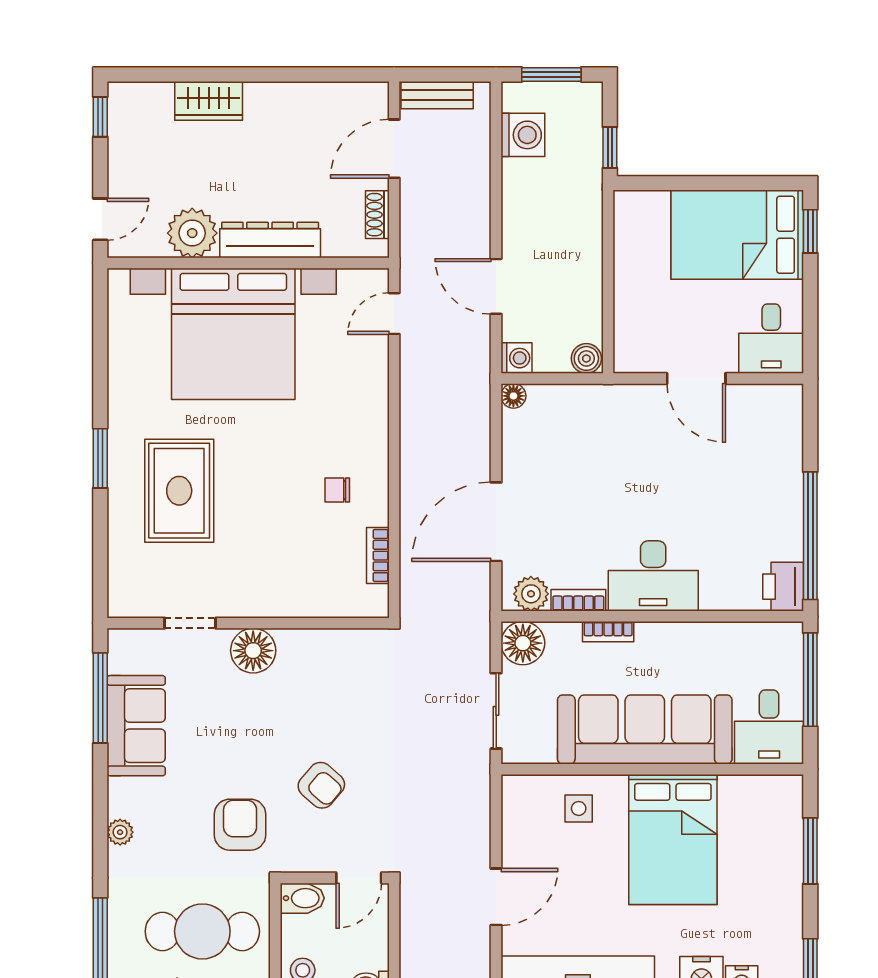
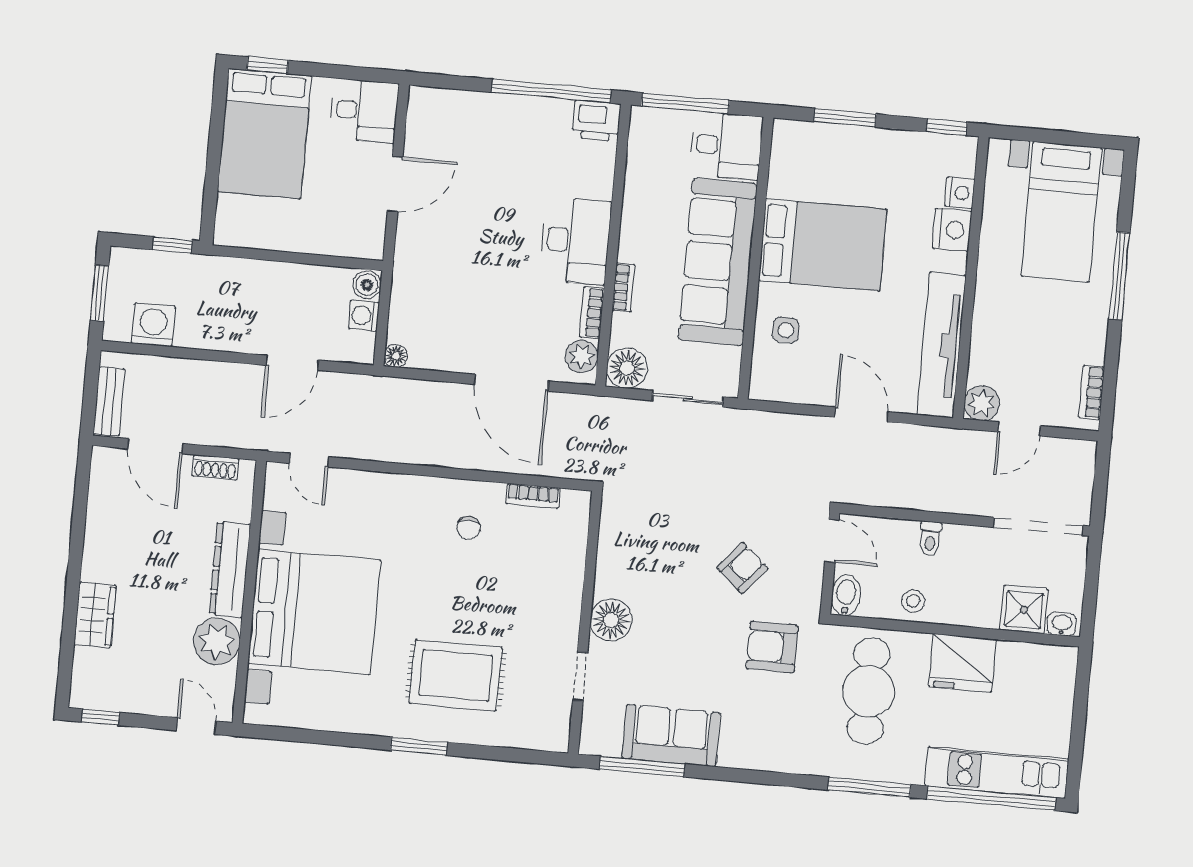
washing machine: (517, 358) -> (364, 316), moved, turned -90
plant: (120, 832) -> (769, 759), removed

